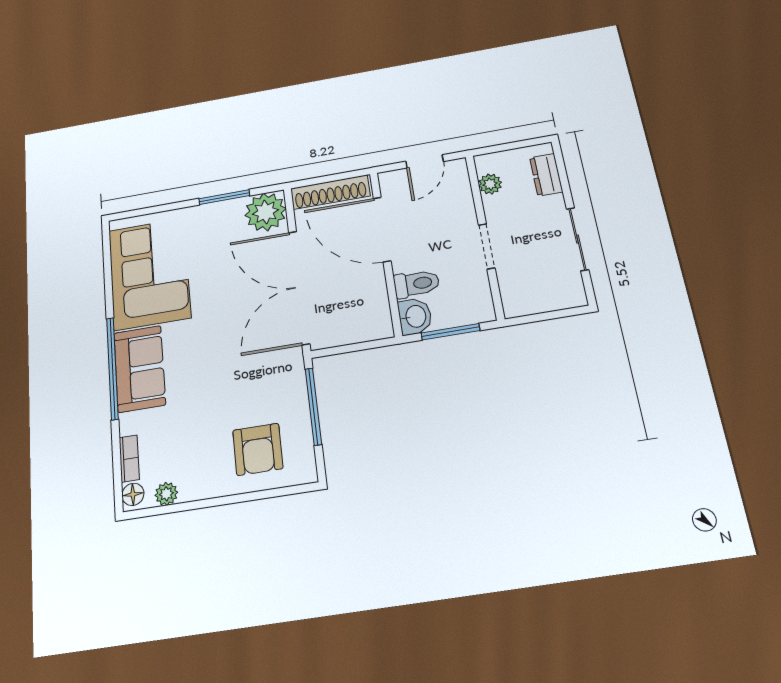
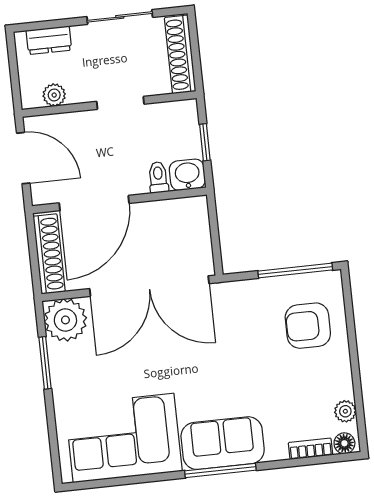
door: (424, 161) -> (23, 158), width x1.38
toilet: (417, 284) -> (158, 177), width x0.73, depth x0.72
shoe rack: (543, 301) -> (180, 54), added
window: (450, 332) -> (205, 142), width x0.67
window: (112, 368) -> (220, 470), width x0.68
window: (313, 406) -> (295, 270), moved
armchair: (258, 449) -> (308, 326), turned 180

